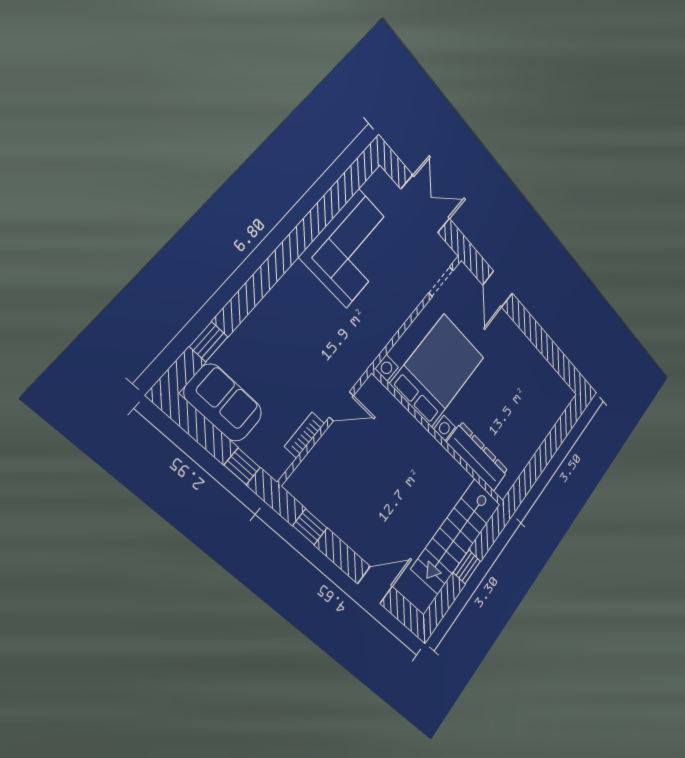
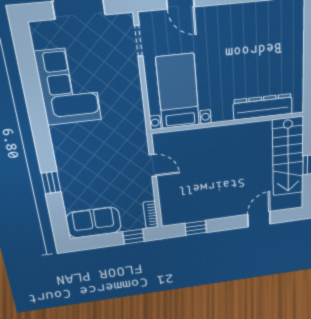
window: (209, 342) -> (51, 182), moved
bed with nightstands: (438, 370) -> (178, 92), width x0.73
door: (341, 406) -> (153, 166), hinge flipped
bookcase: (304, 435) -> (151, 215), moved

